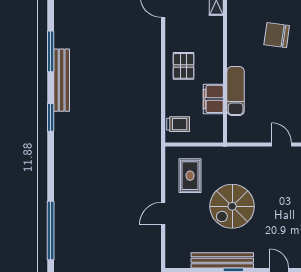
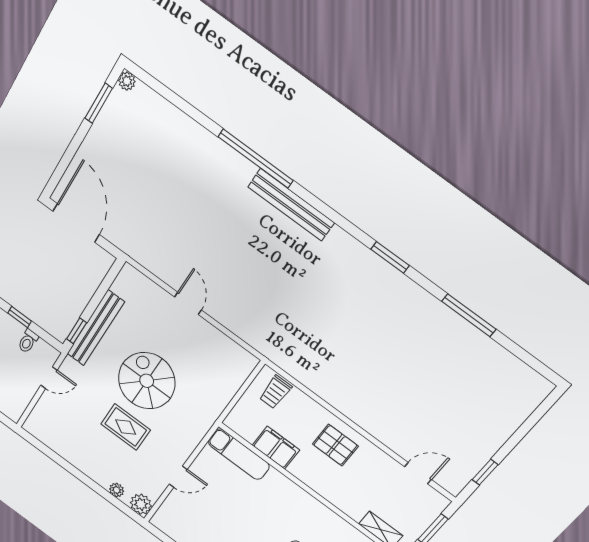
bench: (62, 80) -> (291, 205), moved
exam couch: (236, 91) -> (239, 454), moved
rug: (190, 176) -> (126, 427), moved

